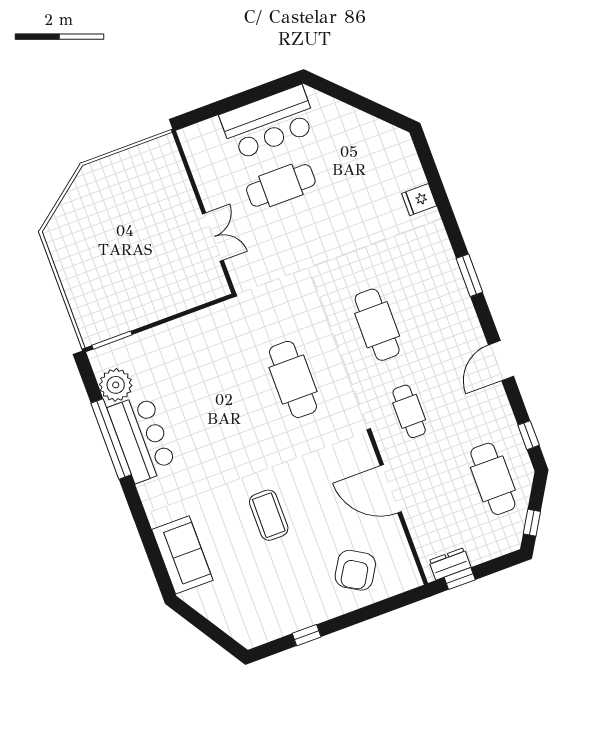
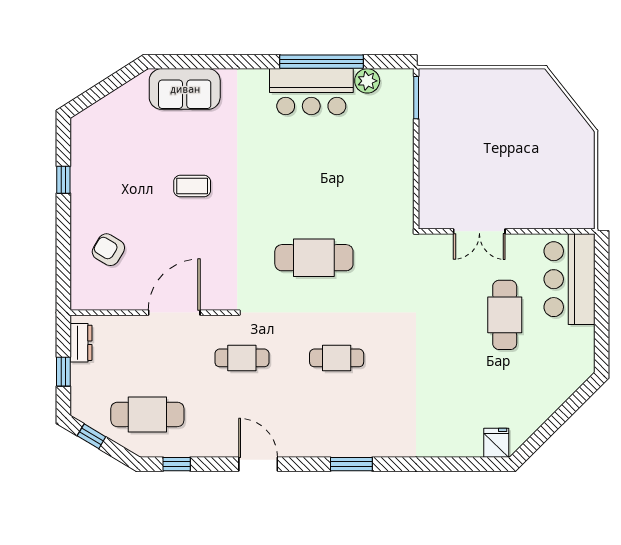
bar counter: (269, 123) -> (569, 279), moved
fridge: (419, 200) -> (496, 443), moved
cafe table: (377, 325) -> (337, 358), width x0.73, depth x0.74
plant: (116, 385) -> (367, 81), width x0.73, depth x0.73
coffee table: (269, 515) -> (192, 186), width x0.73, depth x0.77
armchair: (355, 570) -> (108, 250), width x0.72, depth x0.72
window: (460, 579) -> (63, 372), moved

